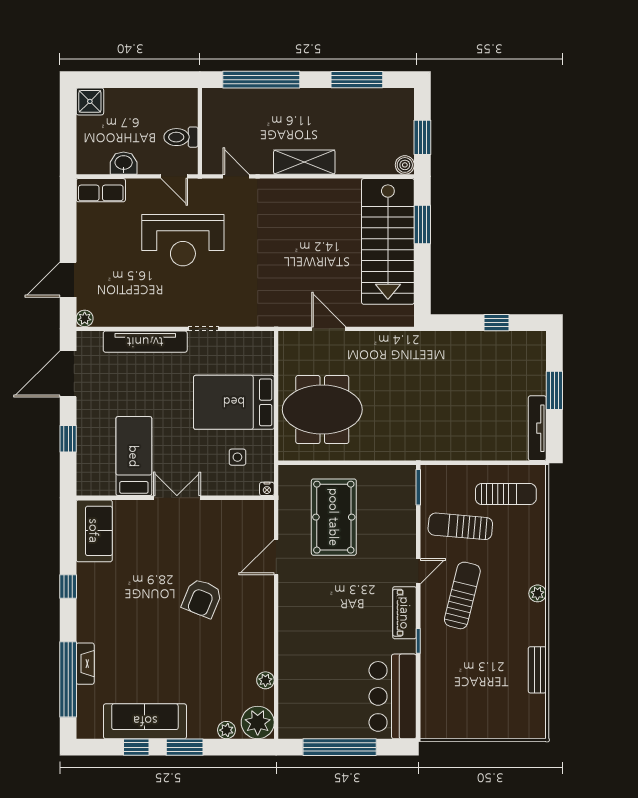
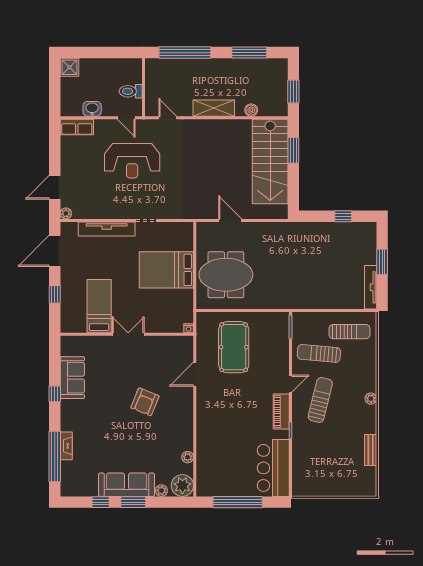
boiler: (405, 165) -> (251, 110), moved
side table: (237, 457) -> (169, 307), removed
sofa: (94, 531) -> (72, 378), moved
sofa: (145, 721) -> (127, 485), moved

